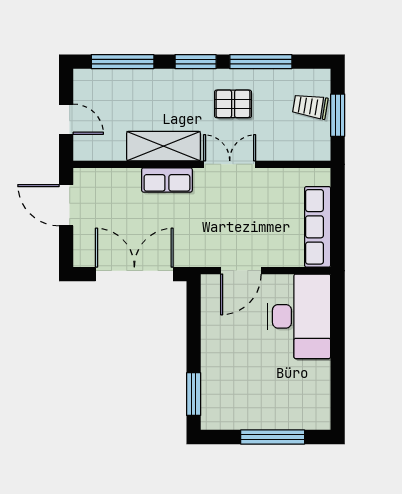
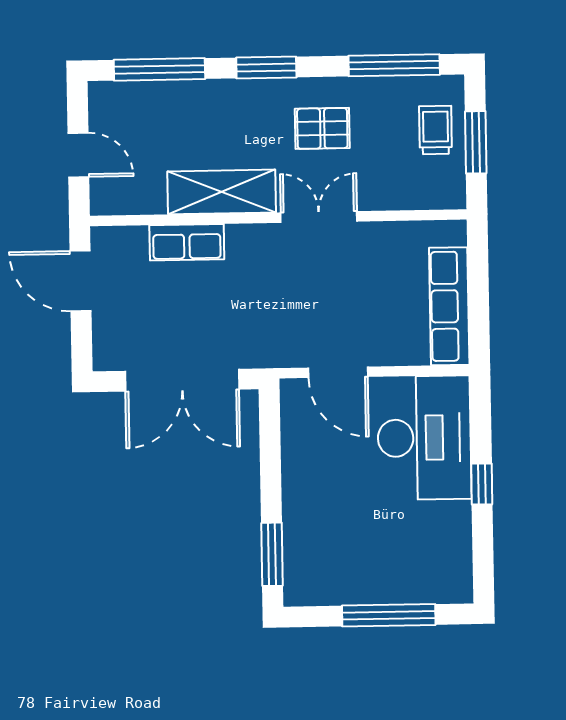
window: (261, 62) -> (394, 65), moved
trolley: (310, 106) -> (435, 130), turned 81
row of seats: (167, 180) -> (187, 242), moved
door: (241, 271) -> (338, 372), hinge flipped
double door: (134, 274) -> (182, 380), swing flipped
window: (338, 349) -> (482, 484), added

